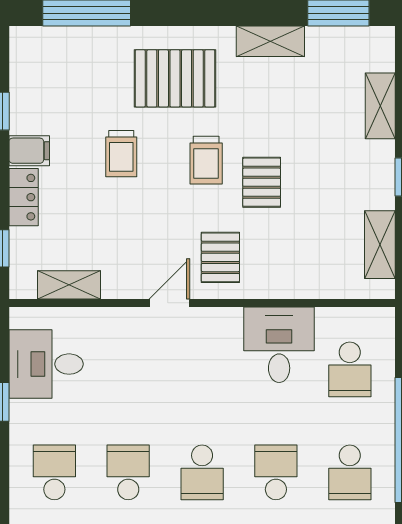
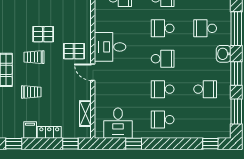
trolley: (206, 160) -> (34, 57), turned 180
desk: (279, 345) -> (110, 47), moved

